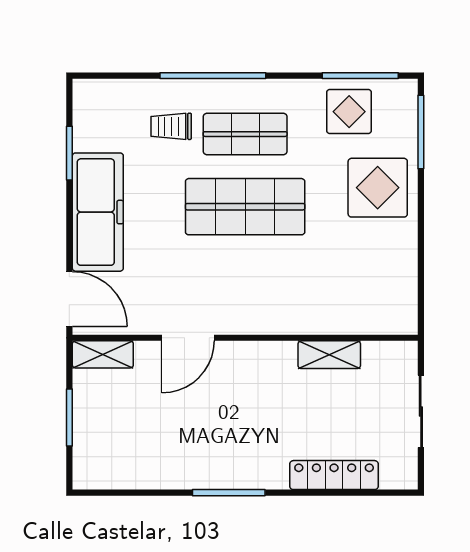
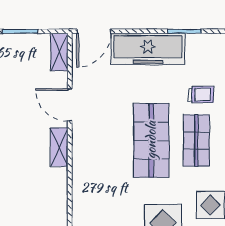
trolley: (171, 126) -> (201, 95), turned 90
shelving: (329, 355) -> (59, 147), moved

